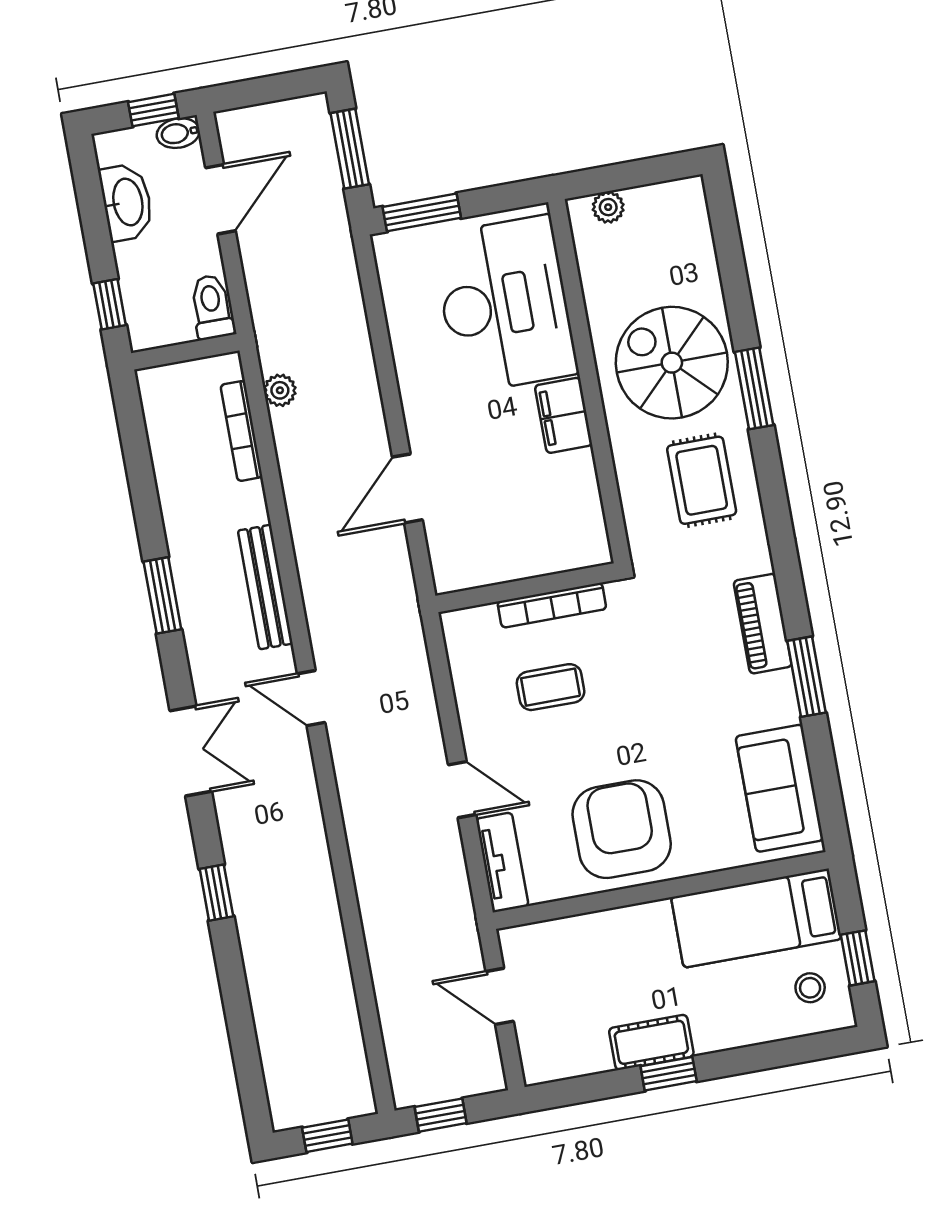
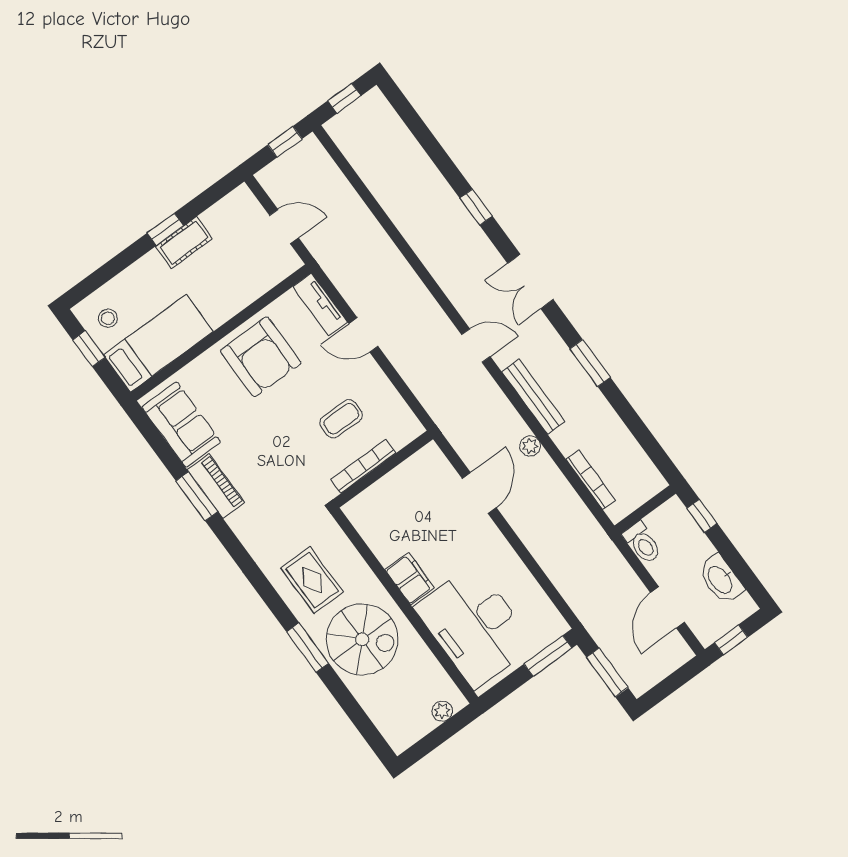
bidet: (178, 133) -> (710, 634), removed
plant: (280, 390) -> (530, 446), moved
piano: (763, 624) -> (216, 486), moved

